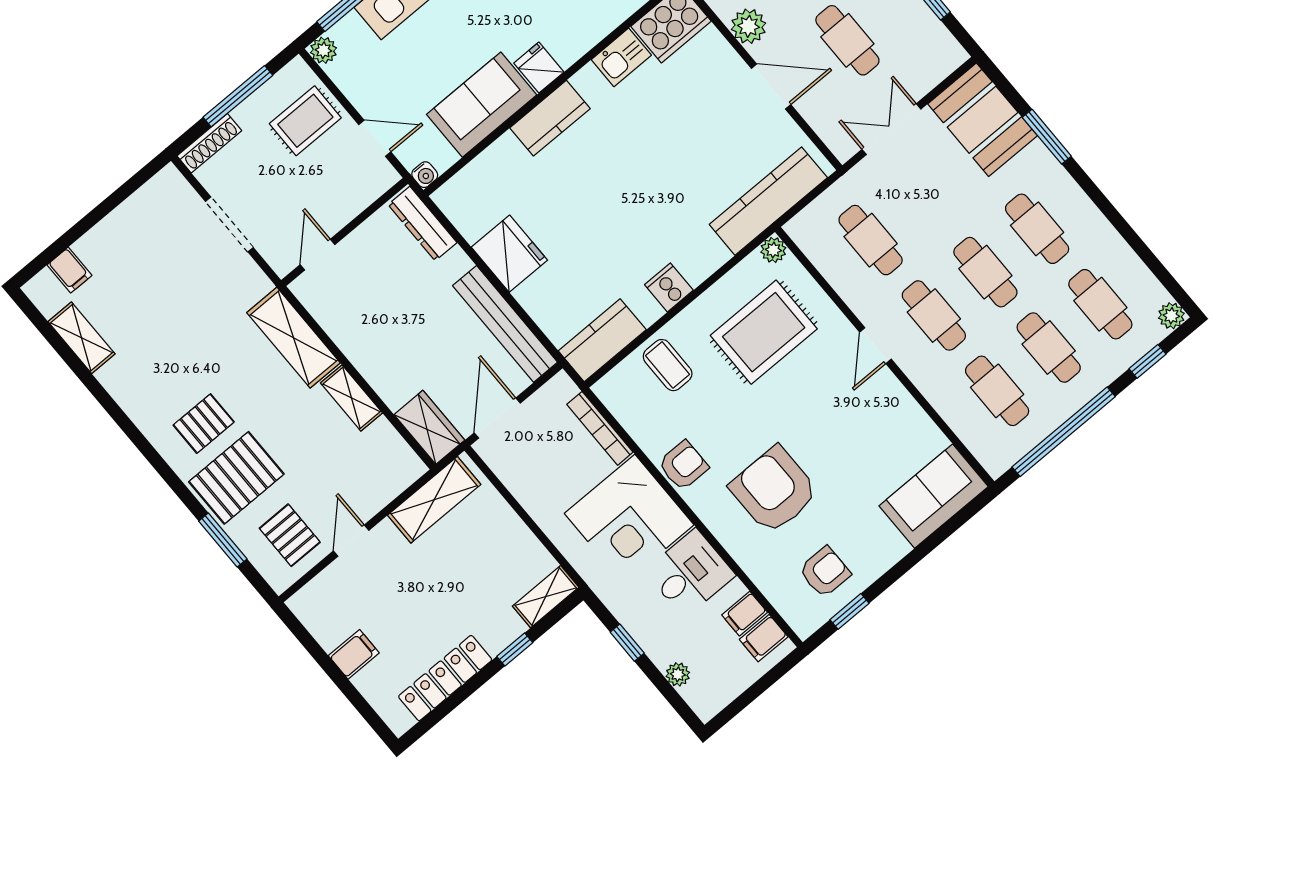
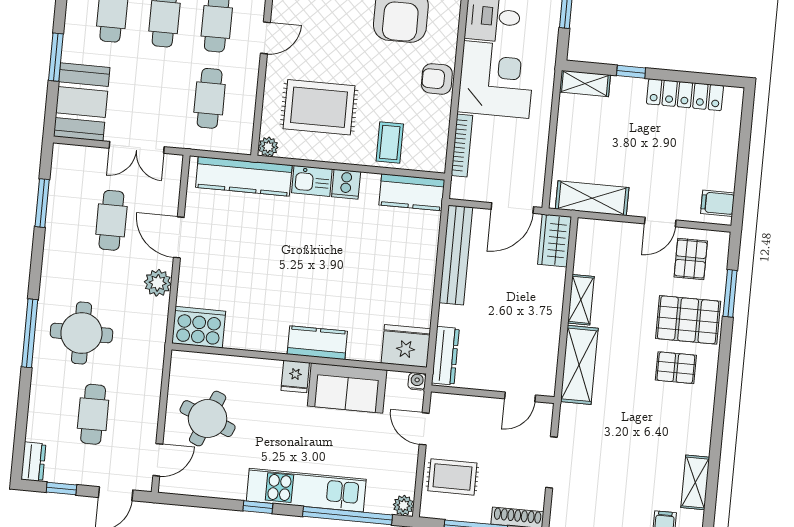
kitchen sink: (621, 57) -> (312, 181), moved, turned 180
fridge: (509, 254) -> (406, 346), moved, turned 90
filing cabinet: (354, 654) -> (718, 203), moved

